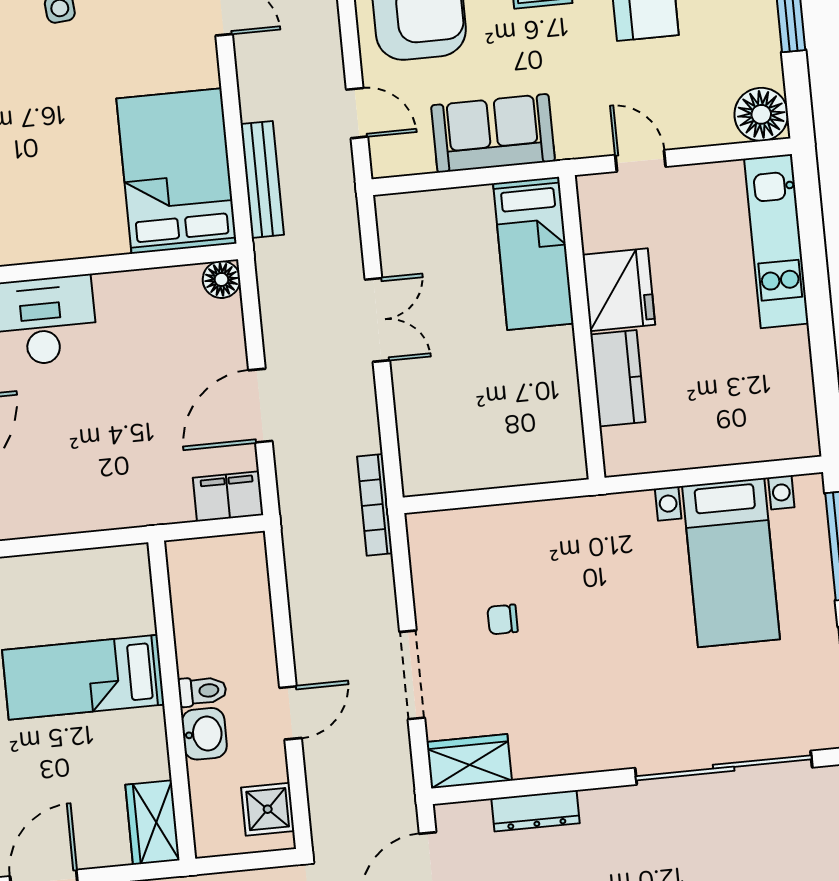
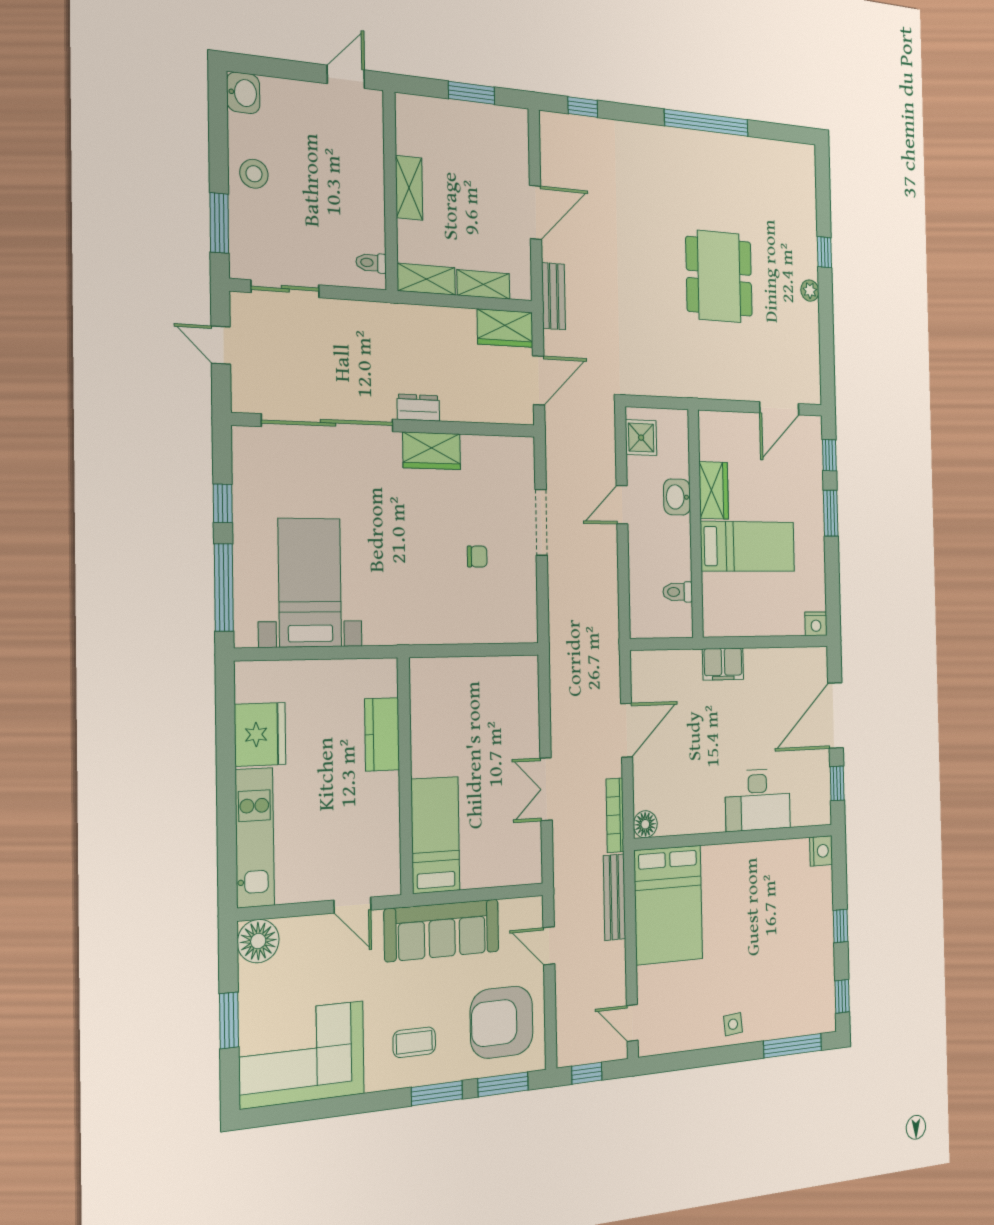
sofa: (493, 133) -> (442, 930), width x1.36
fridge: (619, 290) -> (260, 734), moved, turned 180
filing cabinet: (228, 496) -> (723, 664), moved
bookcase: (375, 505) -> (615, 815), moved, turned 180
toilet: (202, 691) -> (678, 592), moved
wardrobe: (469, 761) -> (432, 451), moved
dresser: (536, 811) -> (418, 408), moved, width x0.70
wardrobe: (152, 823) -> (714, 490), moved

